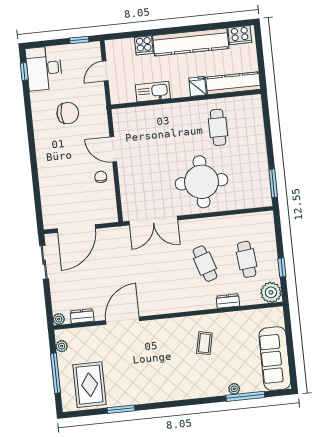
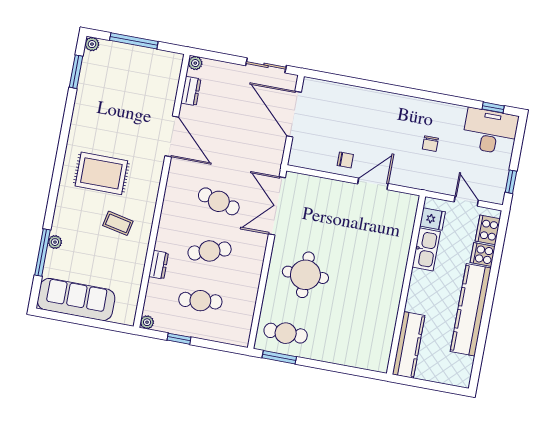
cooker: (240, 35) -> (488, 230), moved
fridge: (198, 86) -> (433, 219), moved
chair: (68, 113) -> (430, 144), width x0.54, depth x0.54
cafe table: (218, 127) -> (286, 333), moved
round table: (202, 182) -> (305, 275), width x0.73, depth x0.73
cafe table: (163, 268) -> (219, 201), added
plant: (271, 292) -> (147, 322), width x0.53, depth x0.53
plant: (62, 346) -> (92, 44), moved
rug: (90, 385) -> (101, 173), moved
window: (121, 409) -> (76, 72), moved

